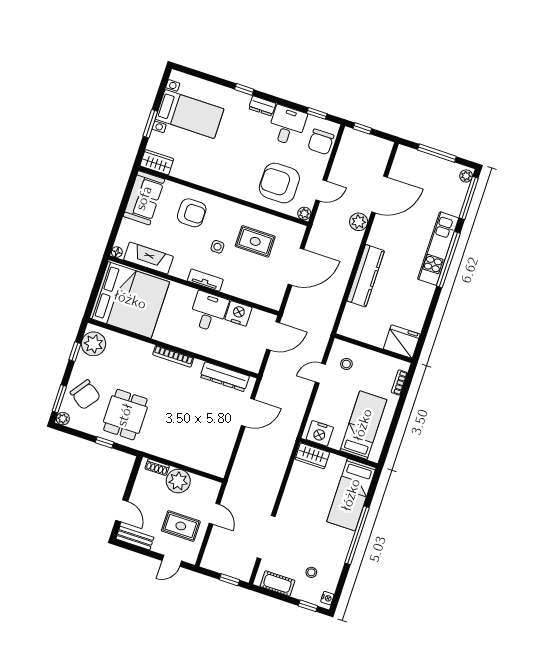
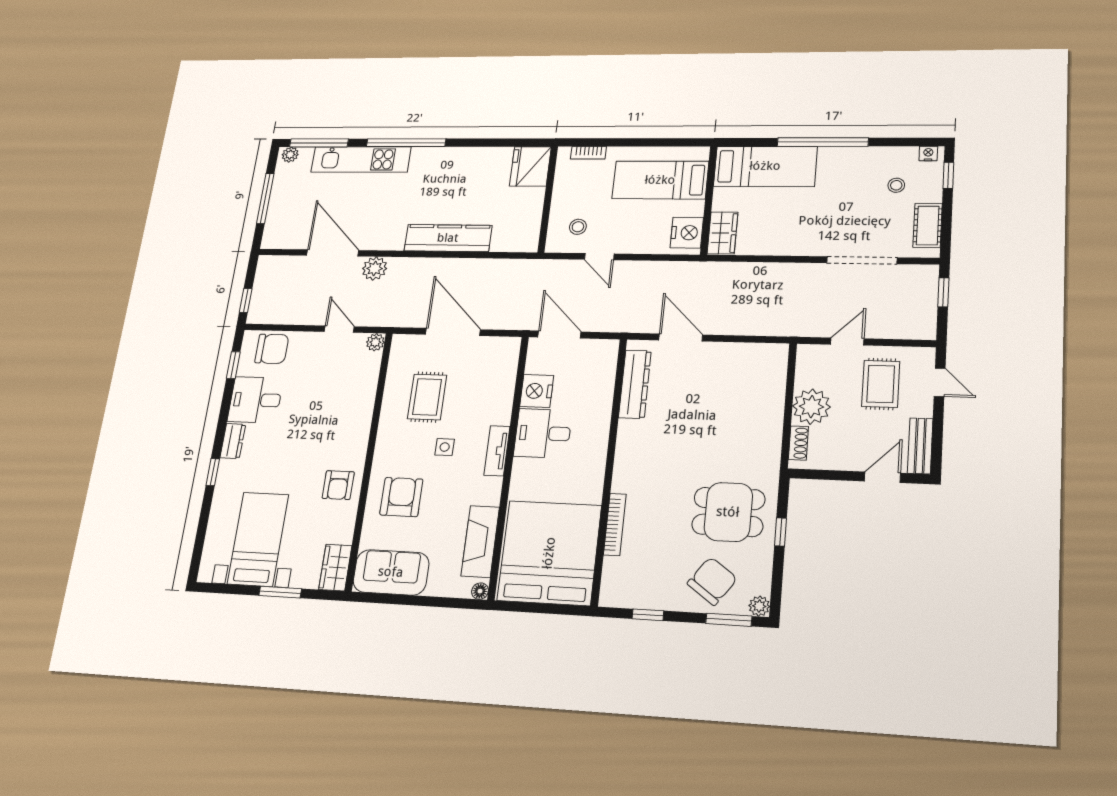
armchair: (279, 183) -> (338, 485), moved, width x0.53, depth x0.53
kitchen unit: (438, 249) -> (361, 159), moved
plant: (94, 344) -> (629, 589), removed
bookcase: (173, 356) -> (615, 524), moved

